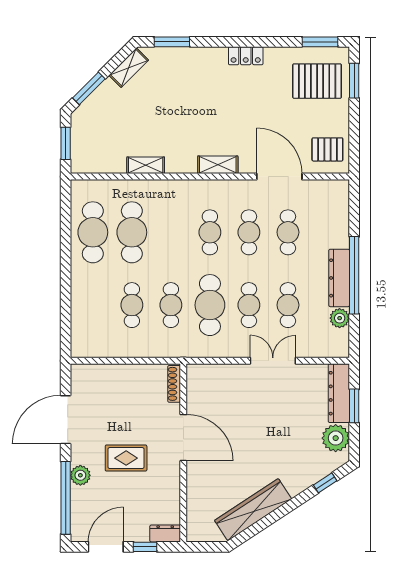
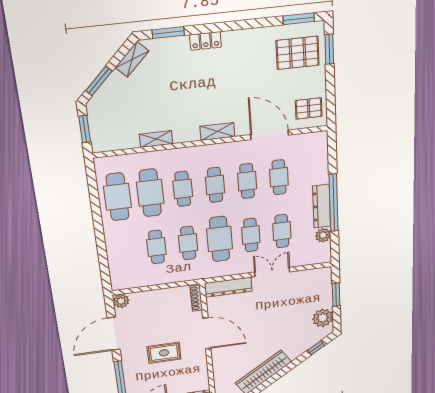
locker: (246, 56) -> (206, 41), moved
cafe table: (171, 232) -> (183, 189), added
dresser: (339, 393) -> (228, 287), moved, turned -90
plant: (80, 475) -> (121, 301), moved

